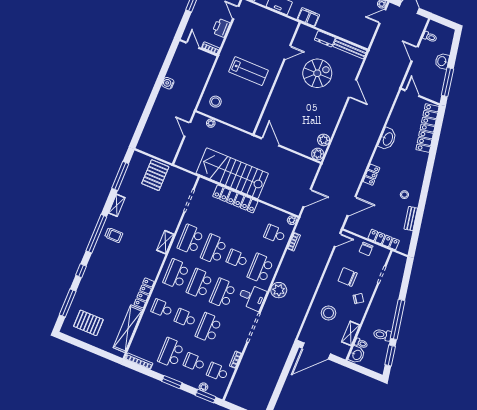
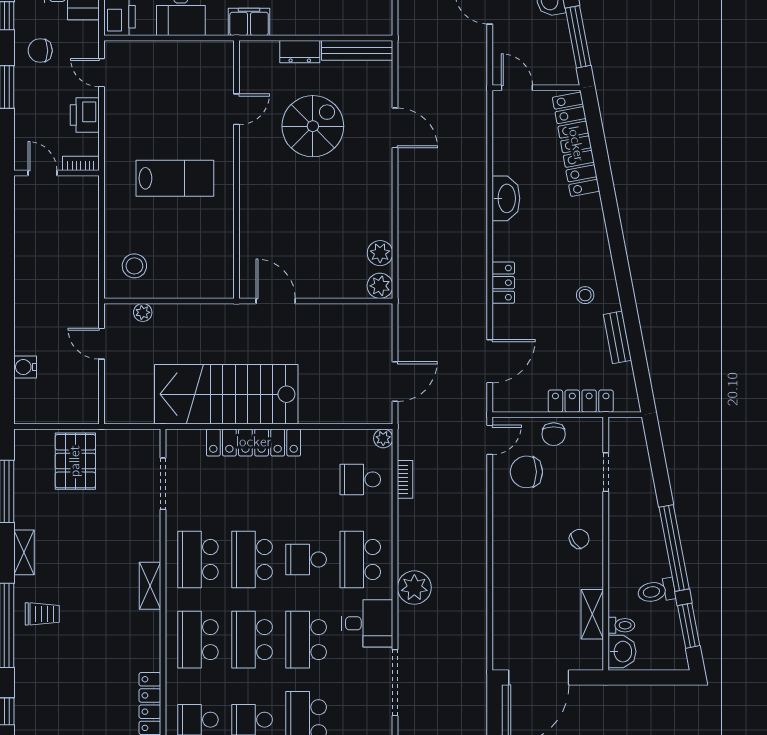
water cooler: (168, 83) -> (25, 367), moved
chair: (348, 277) -> (526, 472), moved
stool: (328, 313) -> (532, 592), removed

